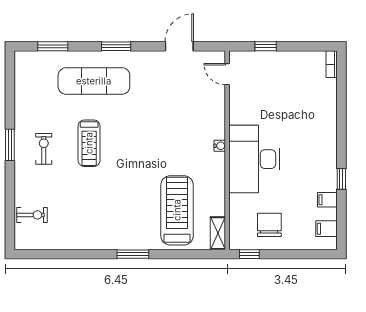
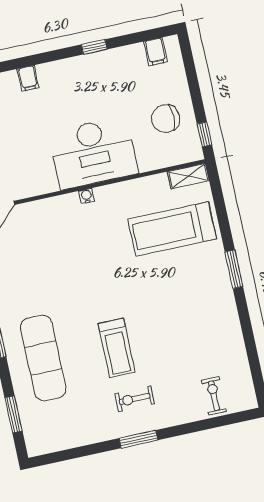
treadmill: (89, 143) -> (117, 348), turned 90
filing cabinet: (327, 200) -> (28, 78), moved

